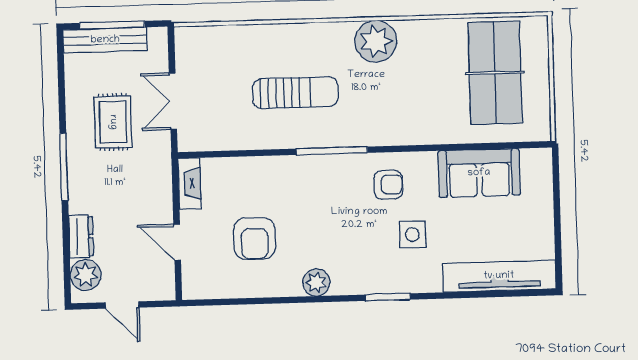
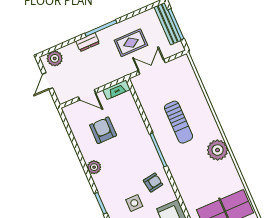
armchair: (388, 185) -> (153, 182), turned -99
dresser: (81, 236) -> (88, 42), moved
armchair: (255, 239) -> (103, 130), turned 90
door: (177, 242) -> (87, 95), swing flipped

